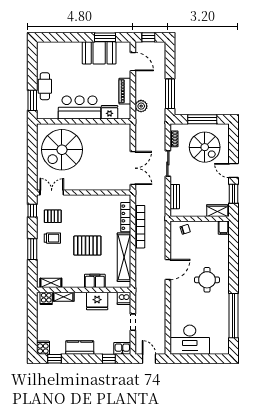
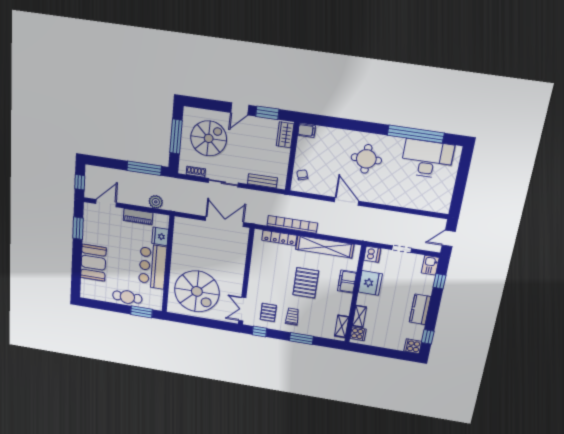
booth: (99, 53) -> (93, 263), moved
desk: (190, 340) -> (427, 159), moved, turned -90

